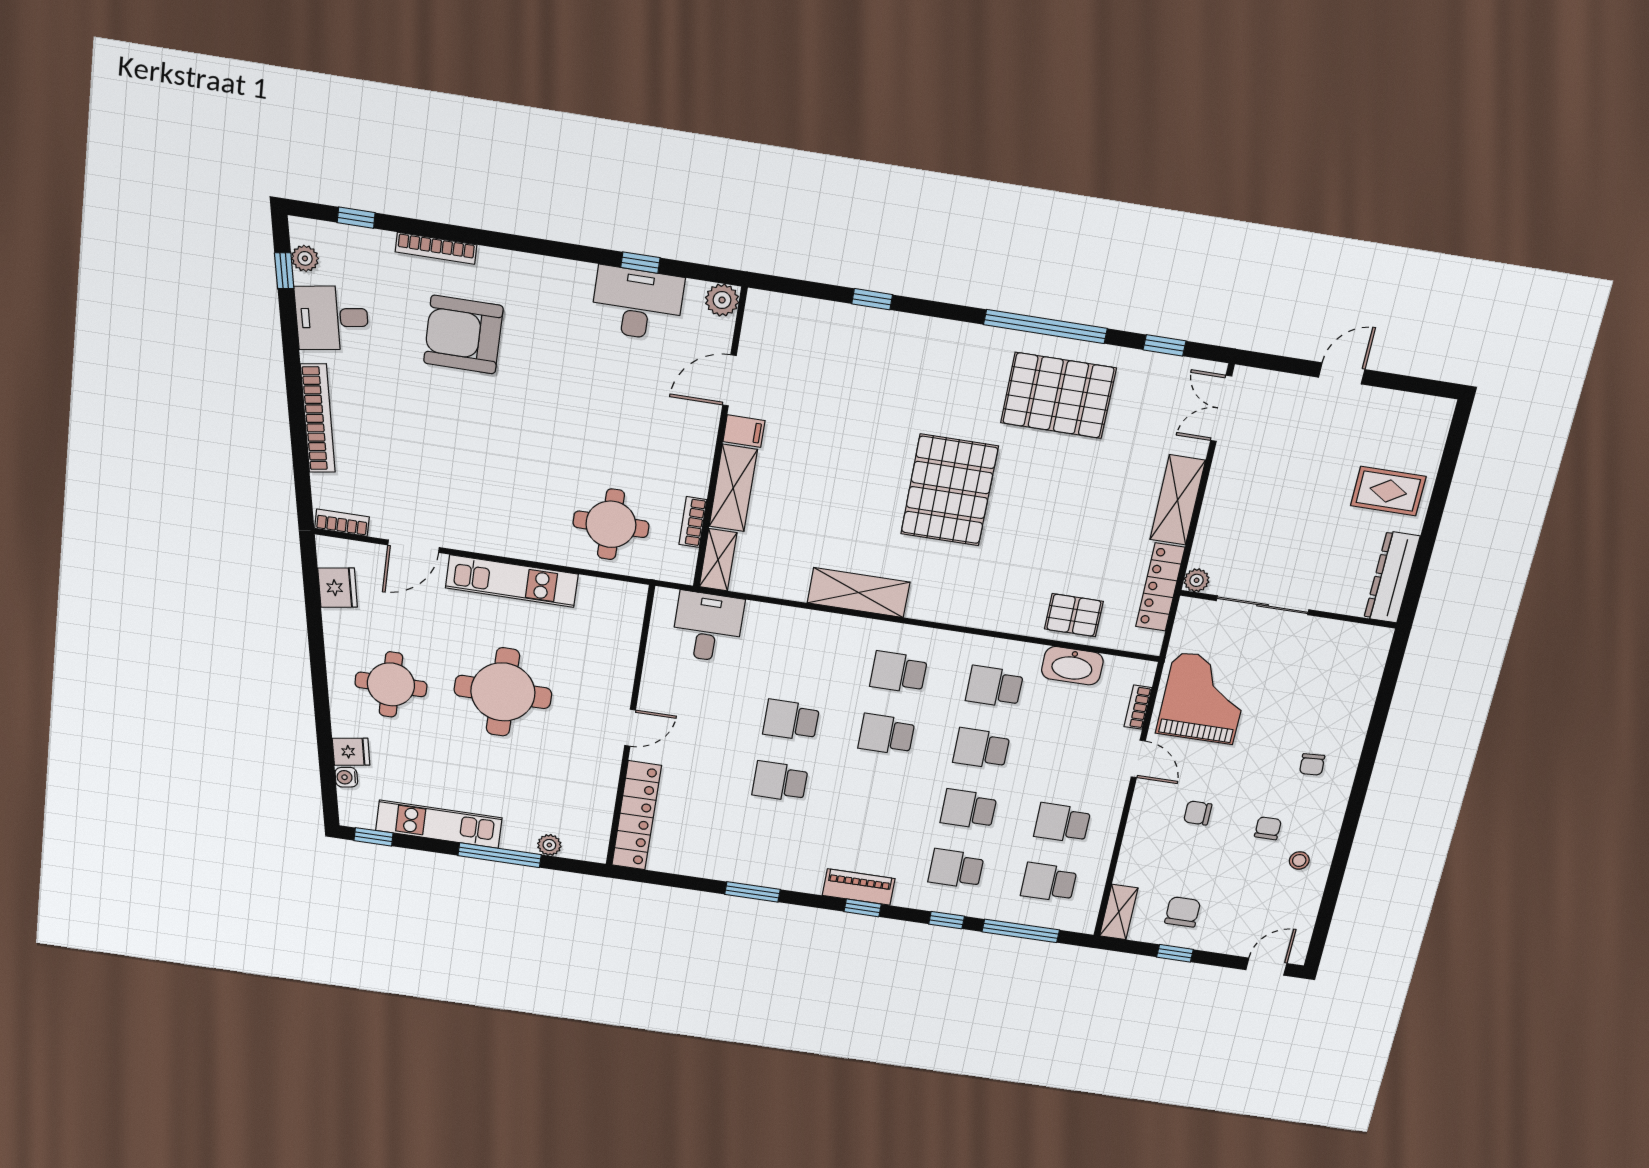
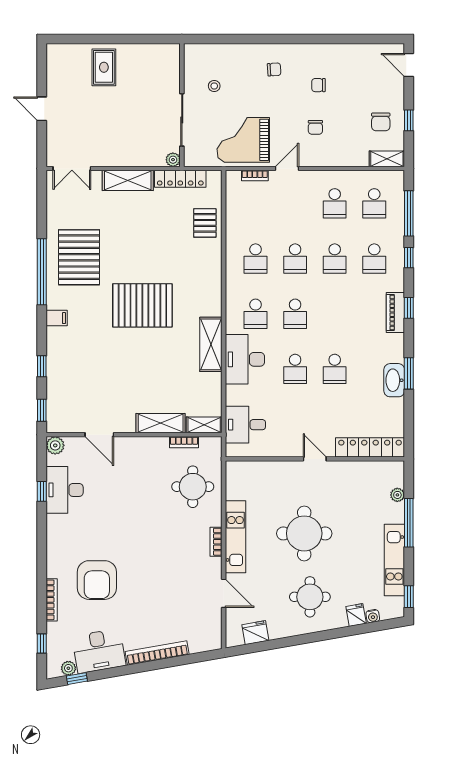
desk: (332, 318) -> (99, 651), width x1.37
window: (1165, 345) -> (42, 410), moved
filing cabinet: (744, 431) -> (57, 318), moved, turned 90
bookcase: (342, 523) -> (216, 542), moved
dresser: (1392, 577) -> (153, 53), removed
desk: (822, 643) -> (245, 359), added
washbasin: (1072, 666) -> (394, 380), moved, turned 180
stool: (1299, 860) -> (214, 86), moved
chair: (1183, 912) -> (381, 122), turned -90

